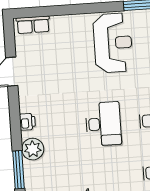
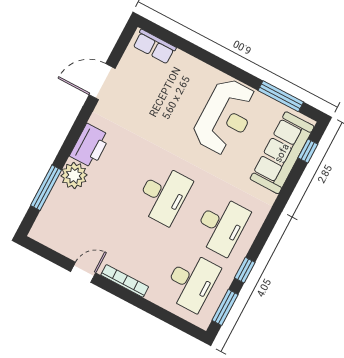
printer: (27, 122) -> (90, 146), width x1.87, depth x1.48

